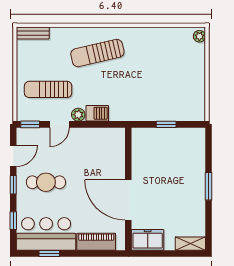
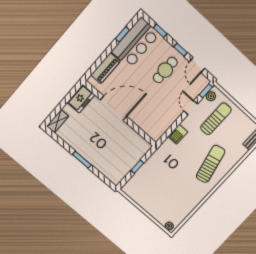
plant: (78, 115) -> (211, 96), moved

